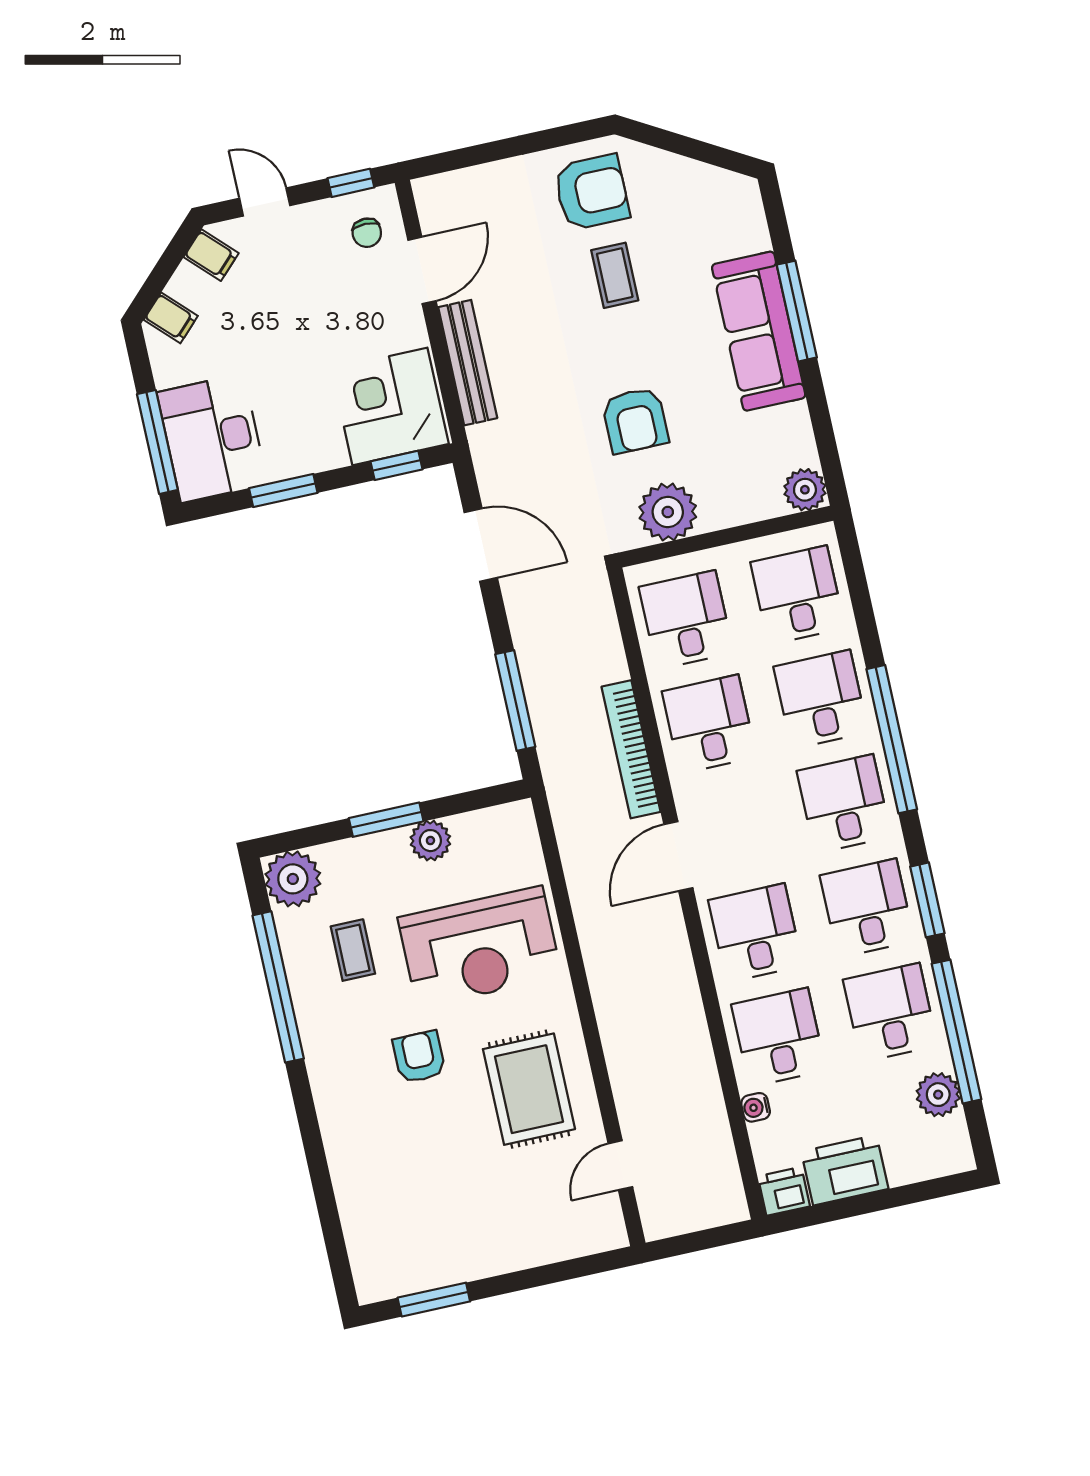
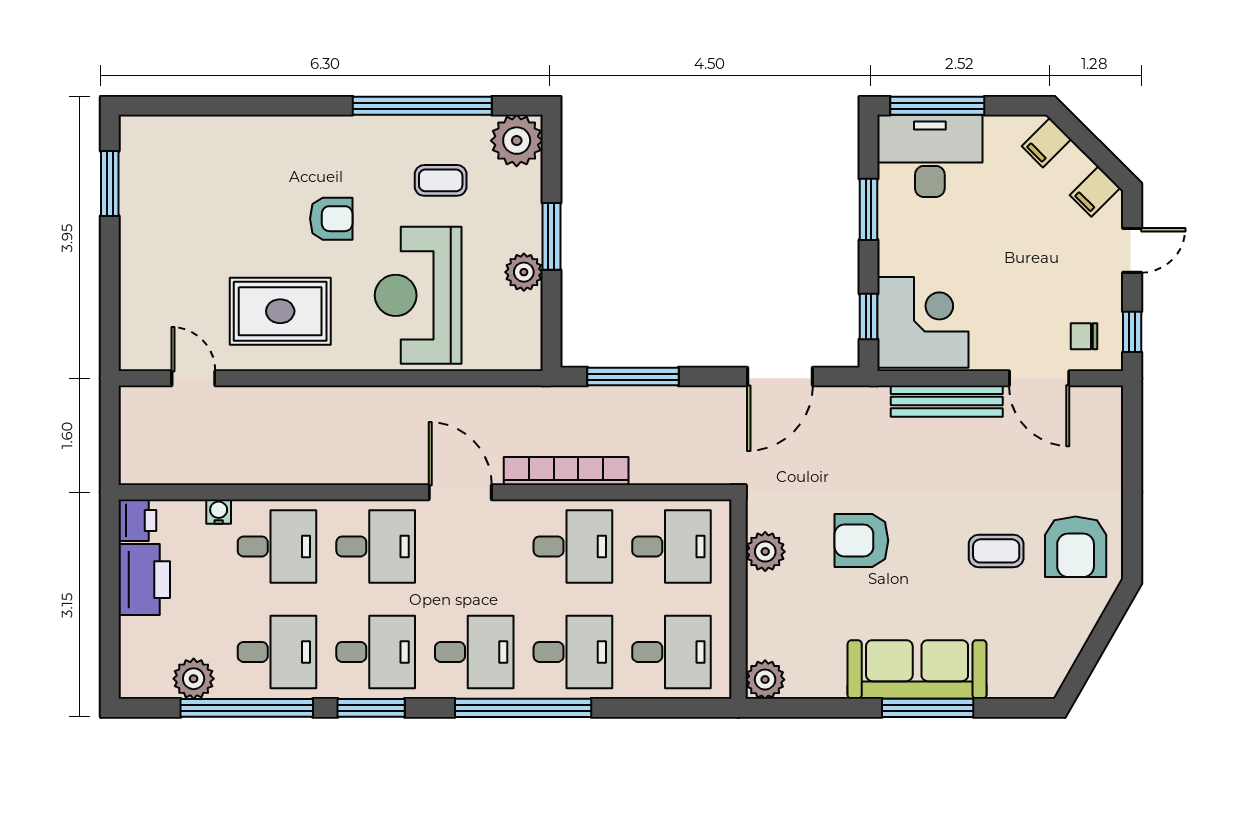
plant: (668, 512) -> (765, 552), width x0.73, depth x0.73

